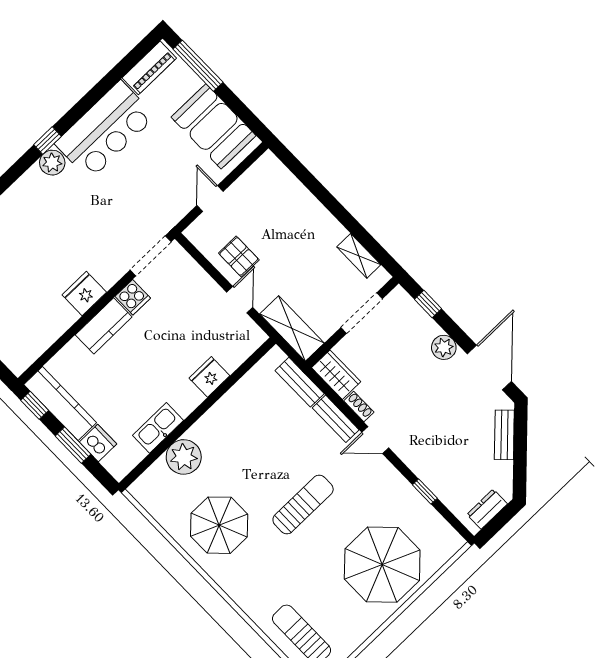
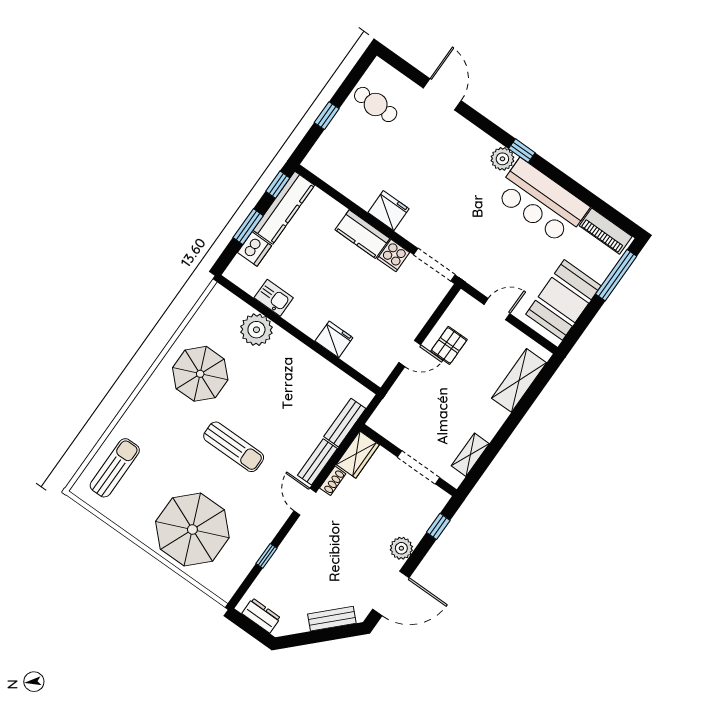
shelving: (292, 328) -> (519, 380), moved
kitchen sink: (158, 428) -> (274, 298), width x0.73

